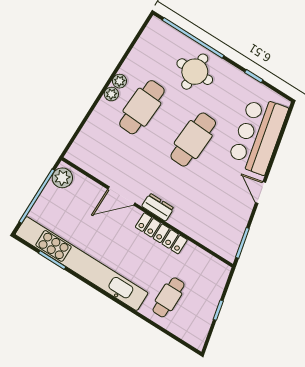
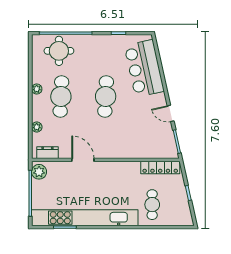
round table: (195, 72) -> (59, 51), moved
plant: (111, 94) -> (37, 127), moved
door: (261, 192) -> (171, 113), moved
door: (121, 196) -> (83, 160), swing flipped
dresser: (158, 207) -> (47, 153), moved
locker: (161, 233) -> (160, 168), moved

